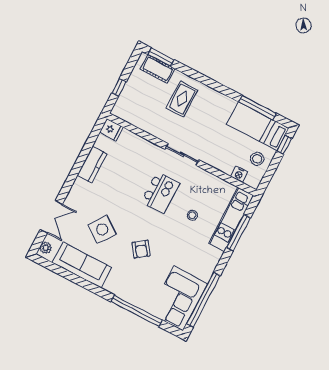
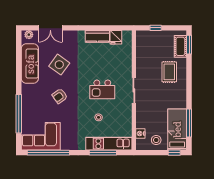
rug: (182, 99) -> (169, 72), turned 90
fridge: (111, 130) -> (116, 37), moved

